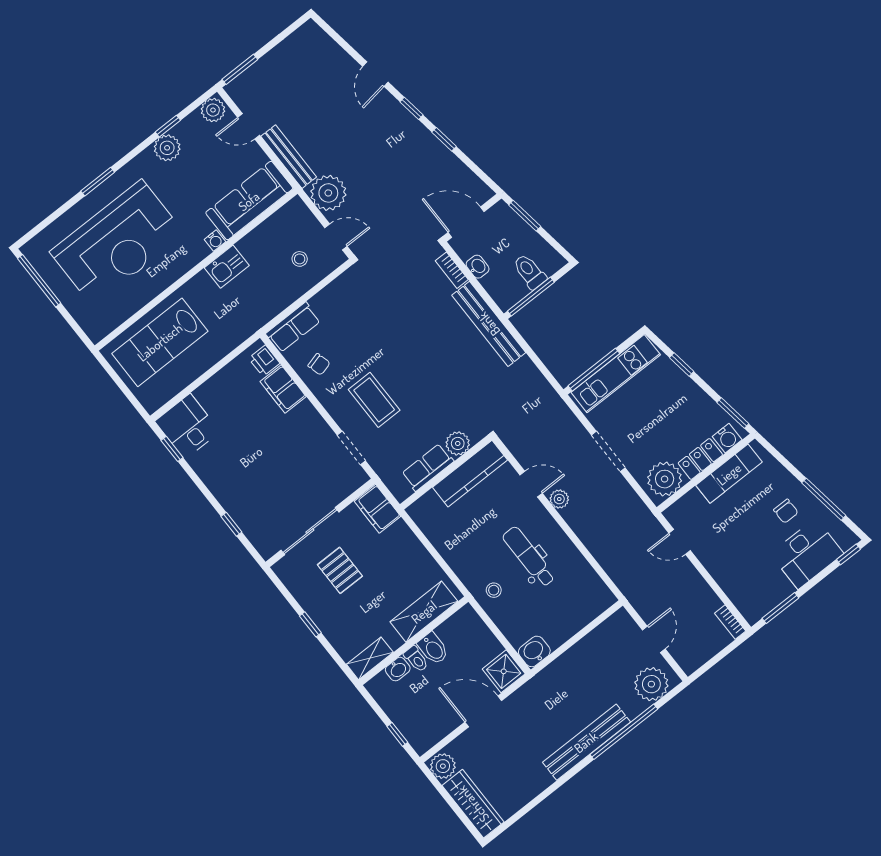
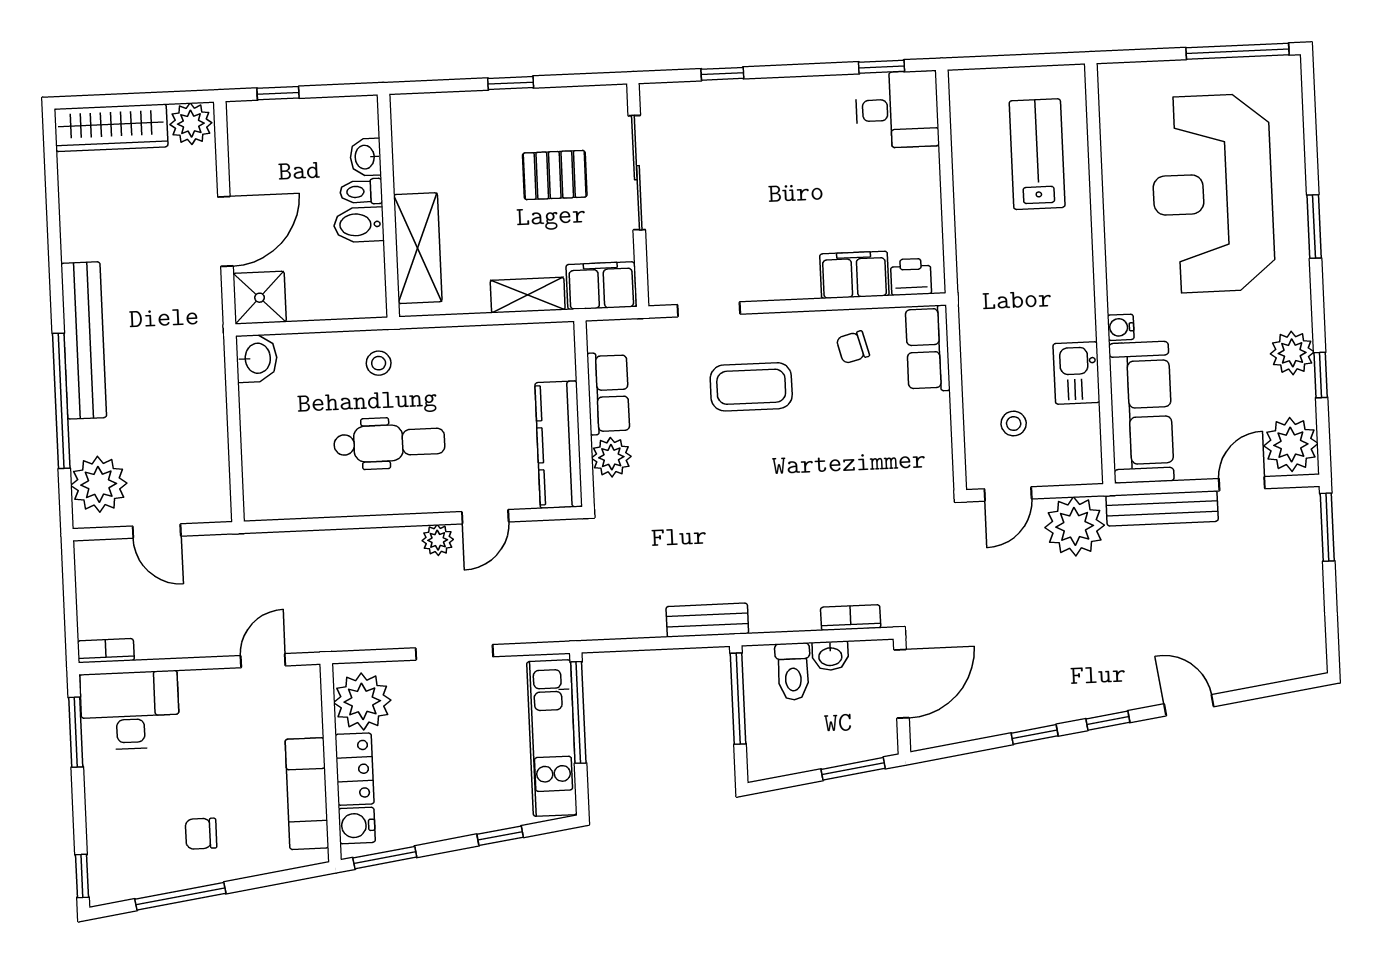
plant: (213, 110) -> (1291, 445), width x1.36, depth x1.36
kitchen sink: (227, 267) -> (1076, 373), moved
toilet: (530, 272) -> (793, 672), moved, turned 90
bench: (489, 324) -> (707, 620), width x0.54, depth x0.82
lab bench: (160, 342) -> (1037, 154), width x0.73, depth x0.72
desk: (807, 554) -> (130, 710), moved, turned 90
shelving: (370, 658) -> (528, 295), moved, turned 90

